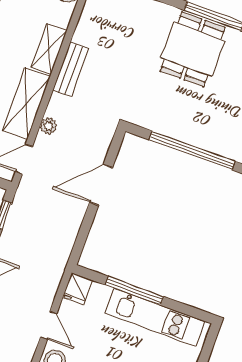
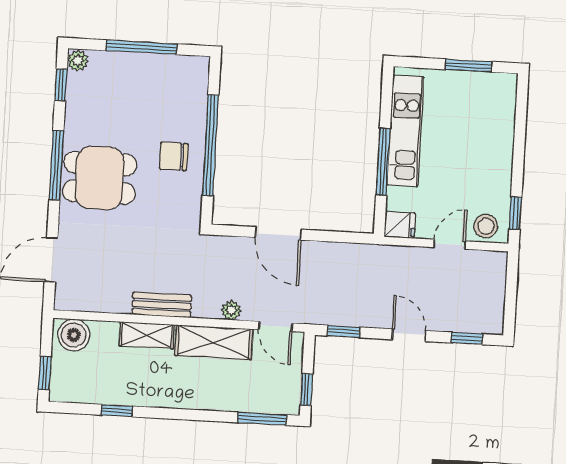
chair: (192, 117) -> (174, 156), added

